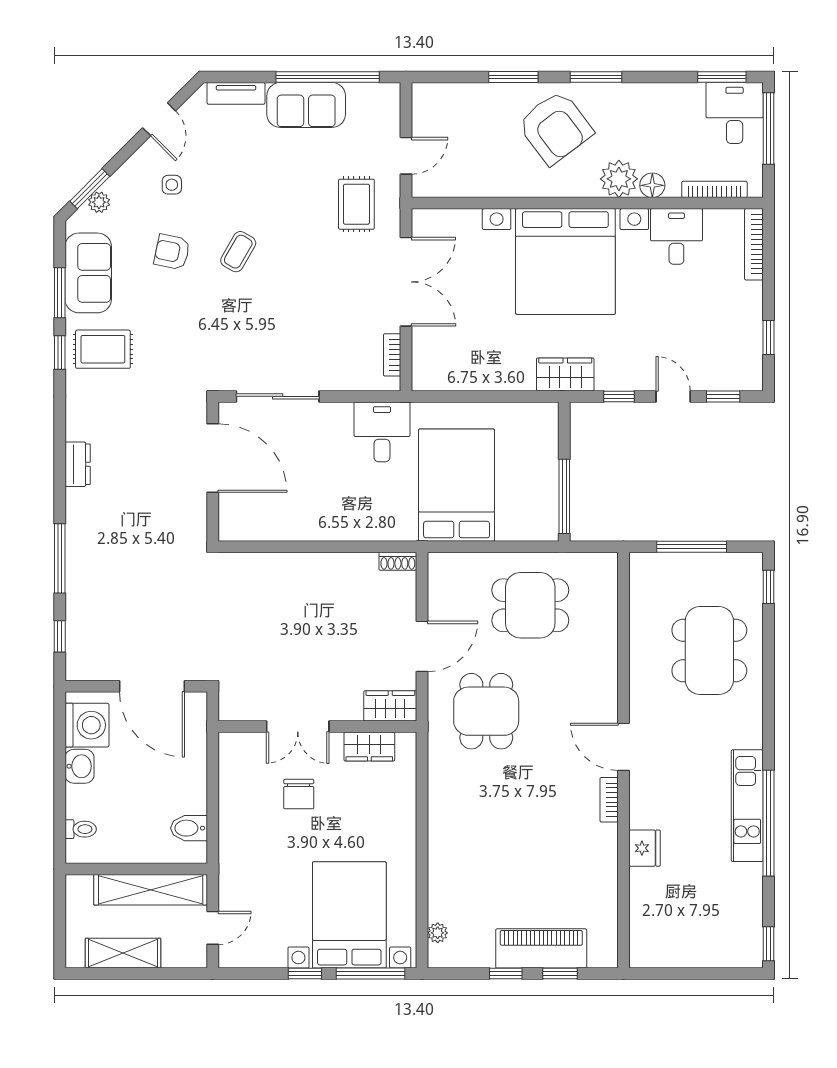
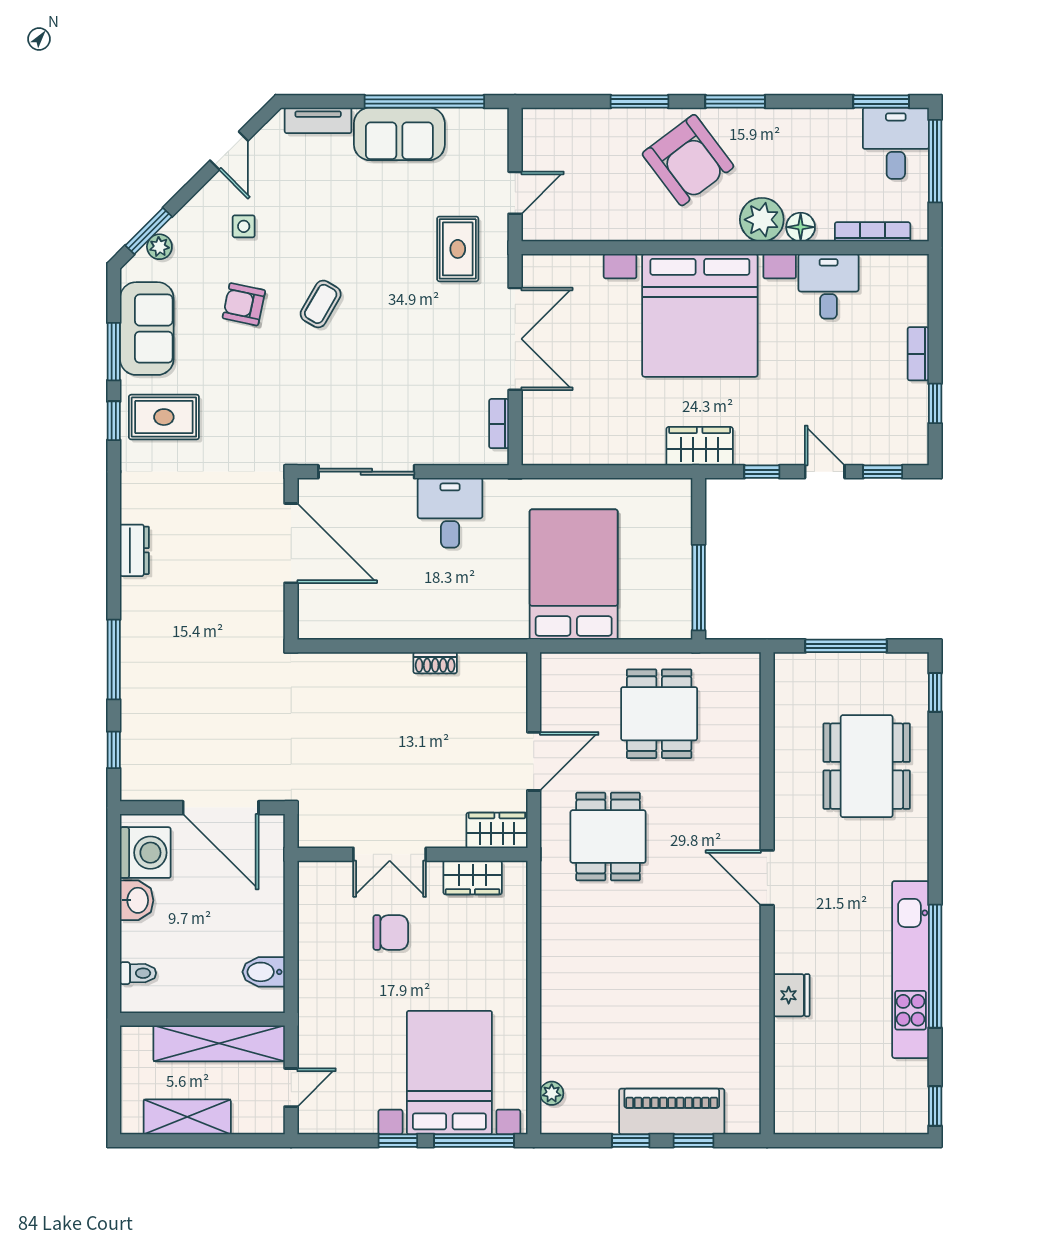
bookcase: (754, 244) -> (918, 354), moved, width x0.64
desk: (382, 432) -> (450, 513), moved
shoe rack: (398, 561) -> (435, 663), moved
dining table: (530, 605) -> (659, 714), turned 90
chair: (299, 794) -> (391, 933), turned -90
bookcase: (609, 800) -> (750, 939), removed
kitchen unit: (747, 806) -> (911, 970), width x1.36

